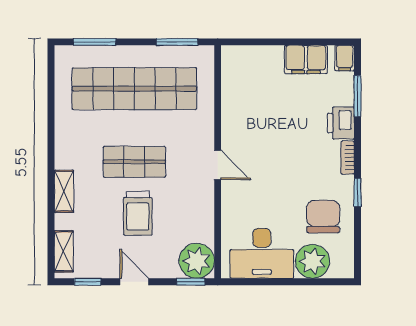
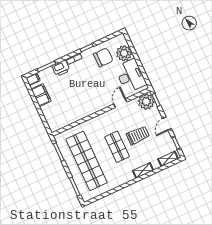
door: (218, 165) -> (120, 103), moved
chair: (323, 217) -> (103, 57), turned 180

